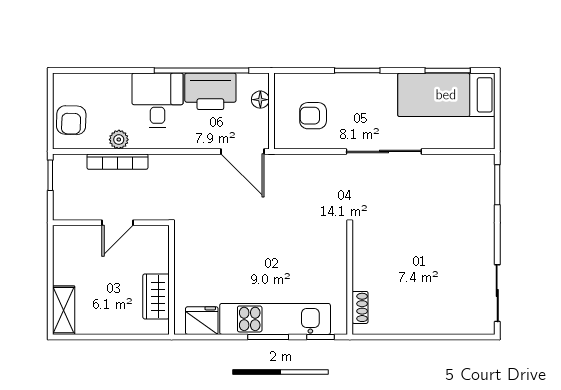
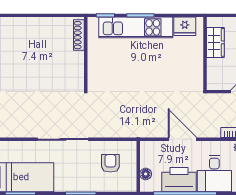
armchair: (313, 116) -> (110, 163), turned -90
door: (243, 151) -> (182, 139), moved
shoe rack: (360, 307) -> (79, 35), width x1.43

